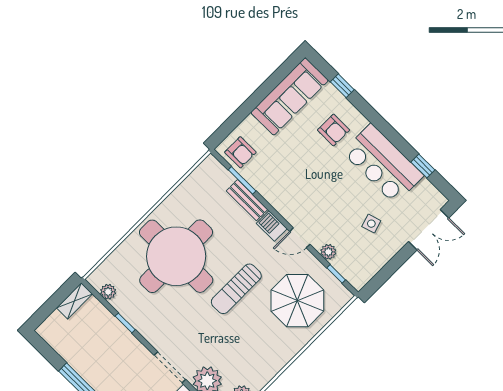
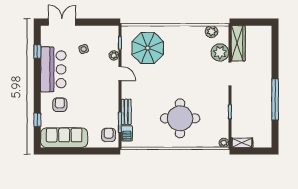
barbecue: (272, 226) -> (127, 133), moved
round table: (176, 256) -> (180, 118), width x0.73, depth x0.73
sun lounger: (236, 289) -> (168, 79), removed
plant: (108, 292) -> (224, 143), moved

